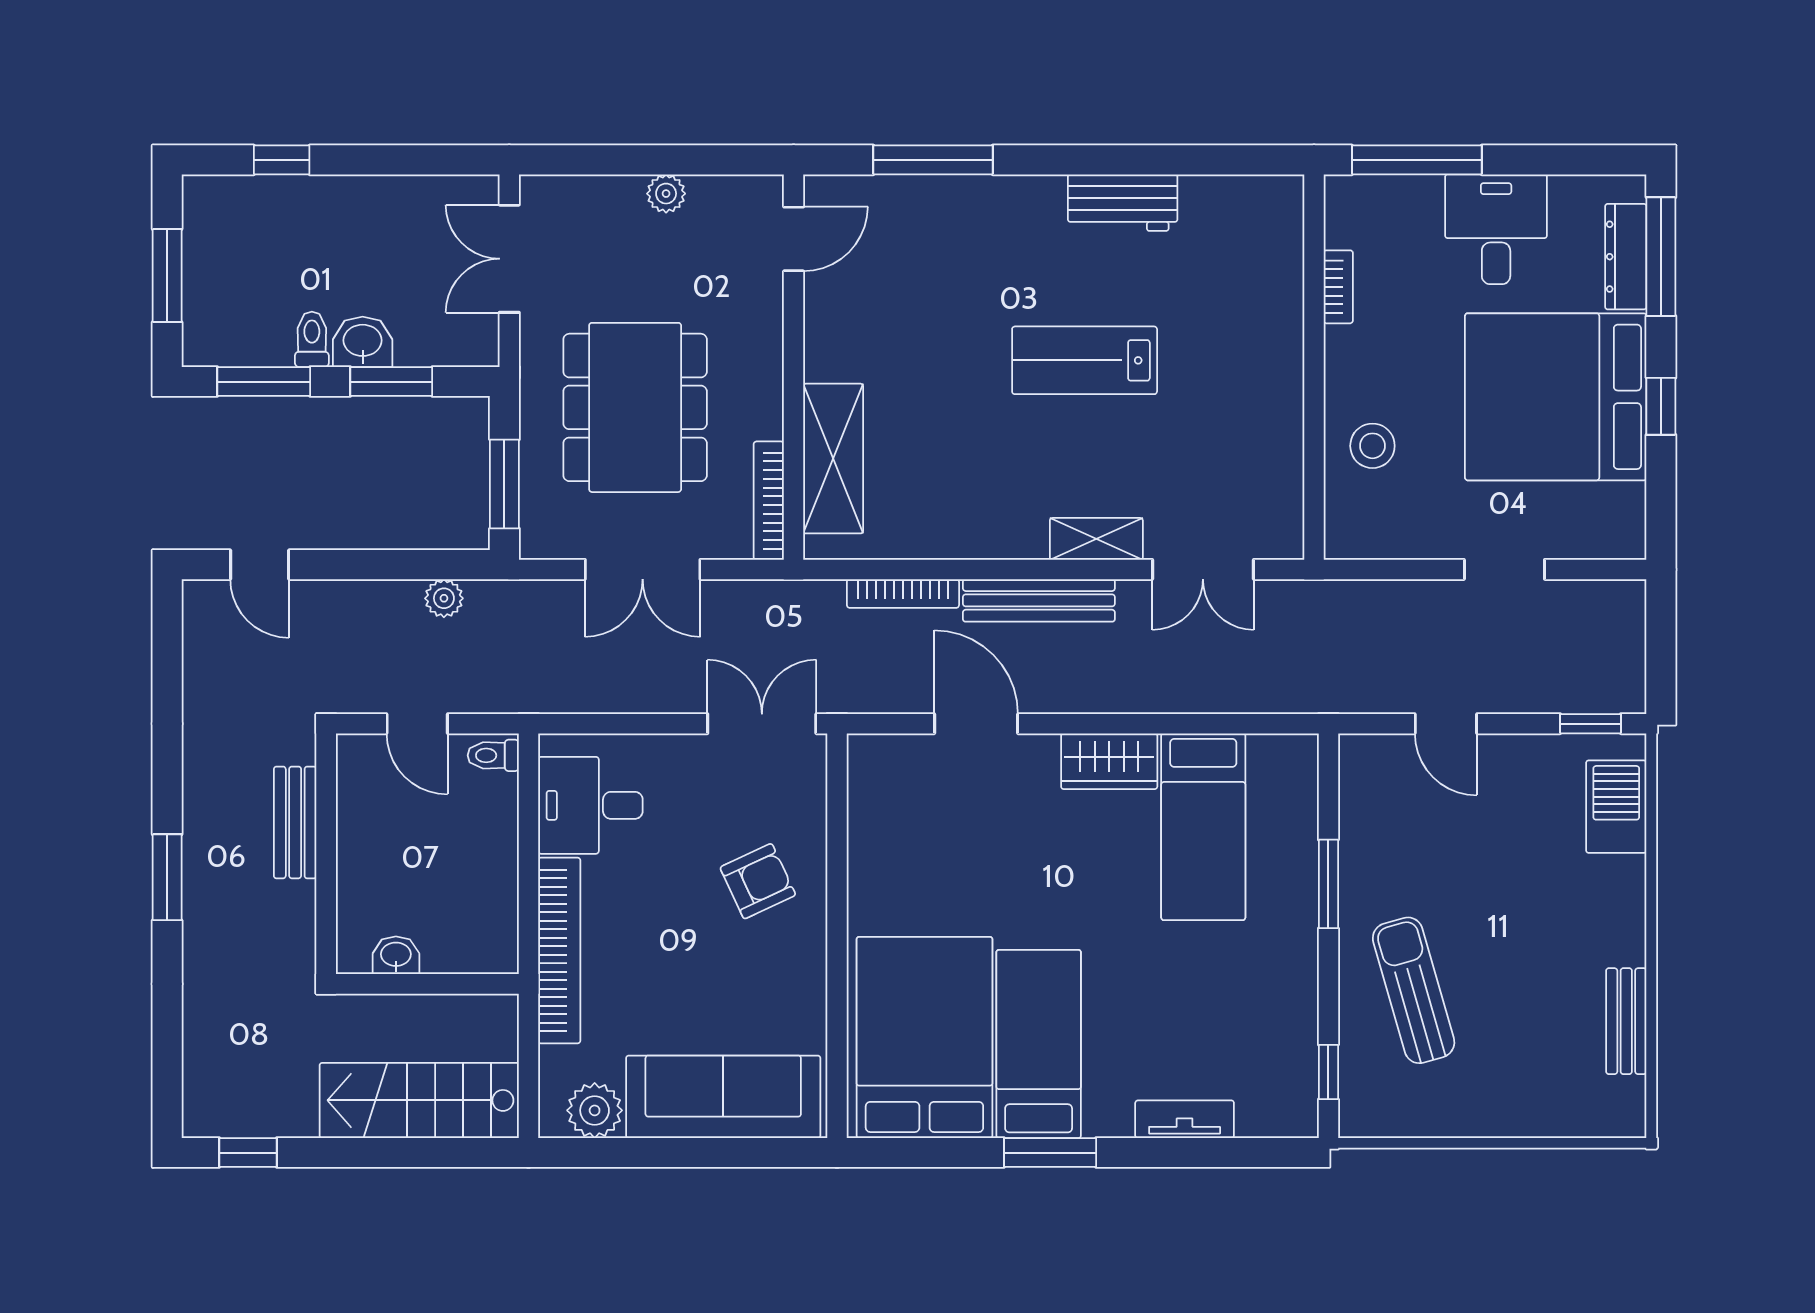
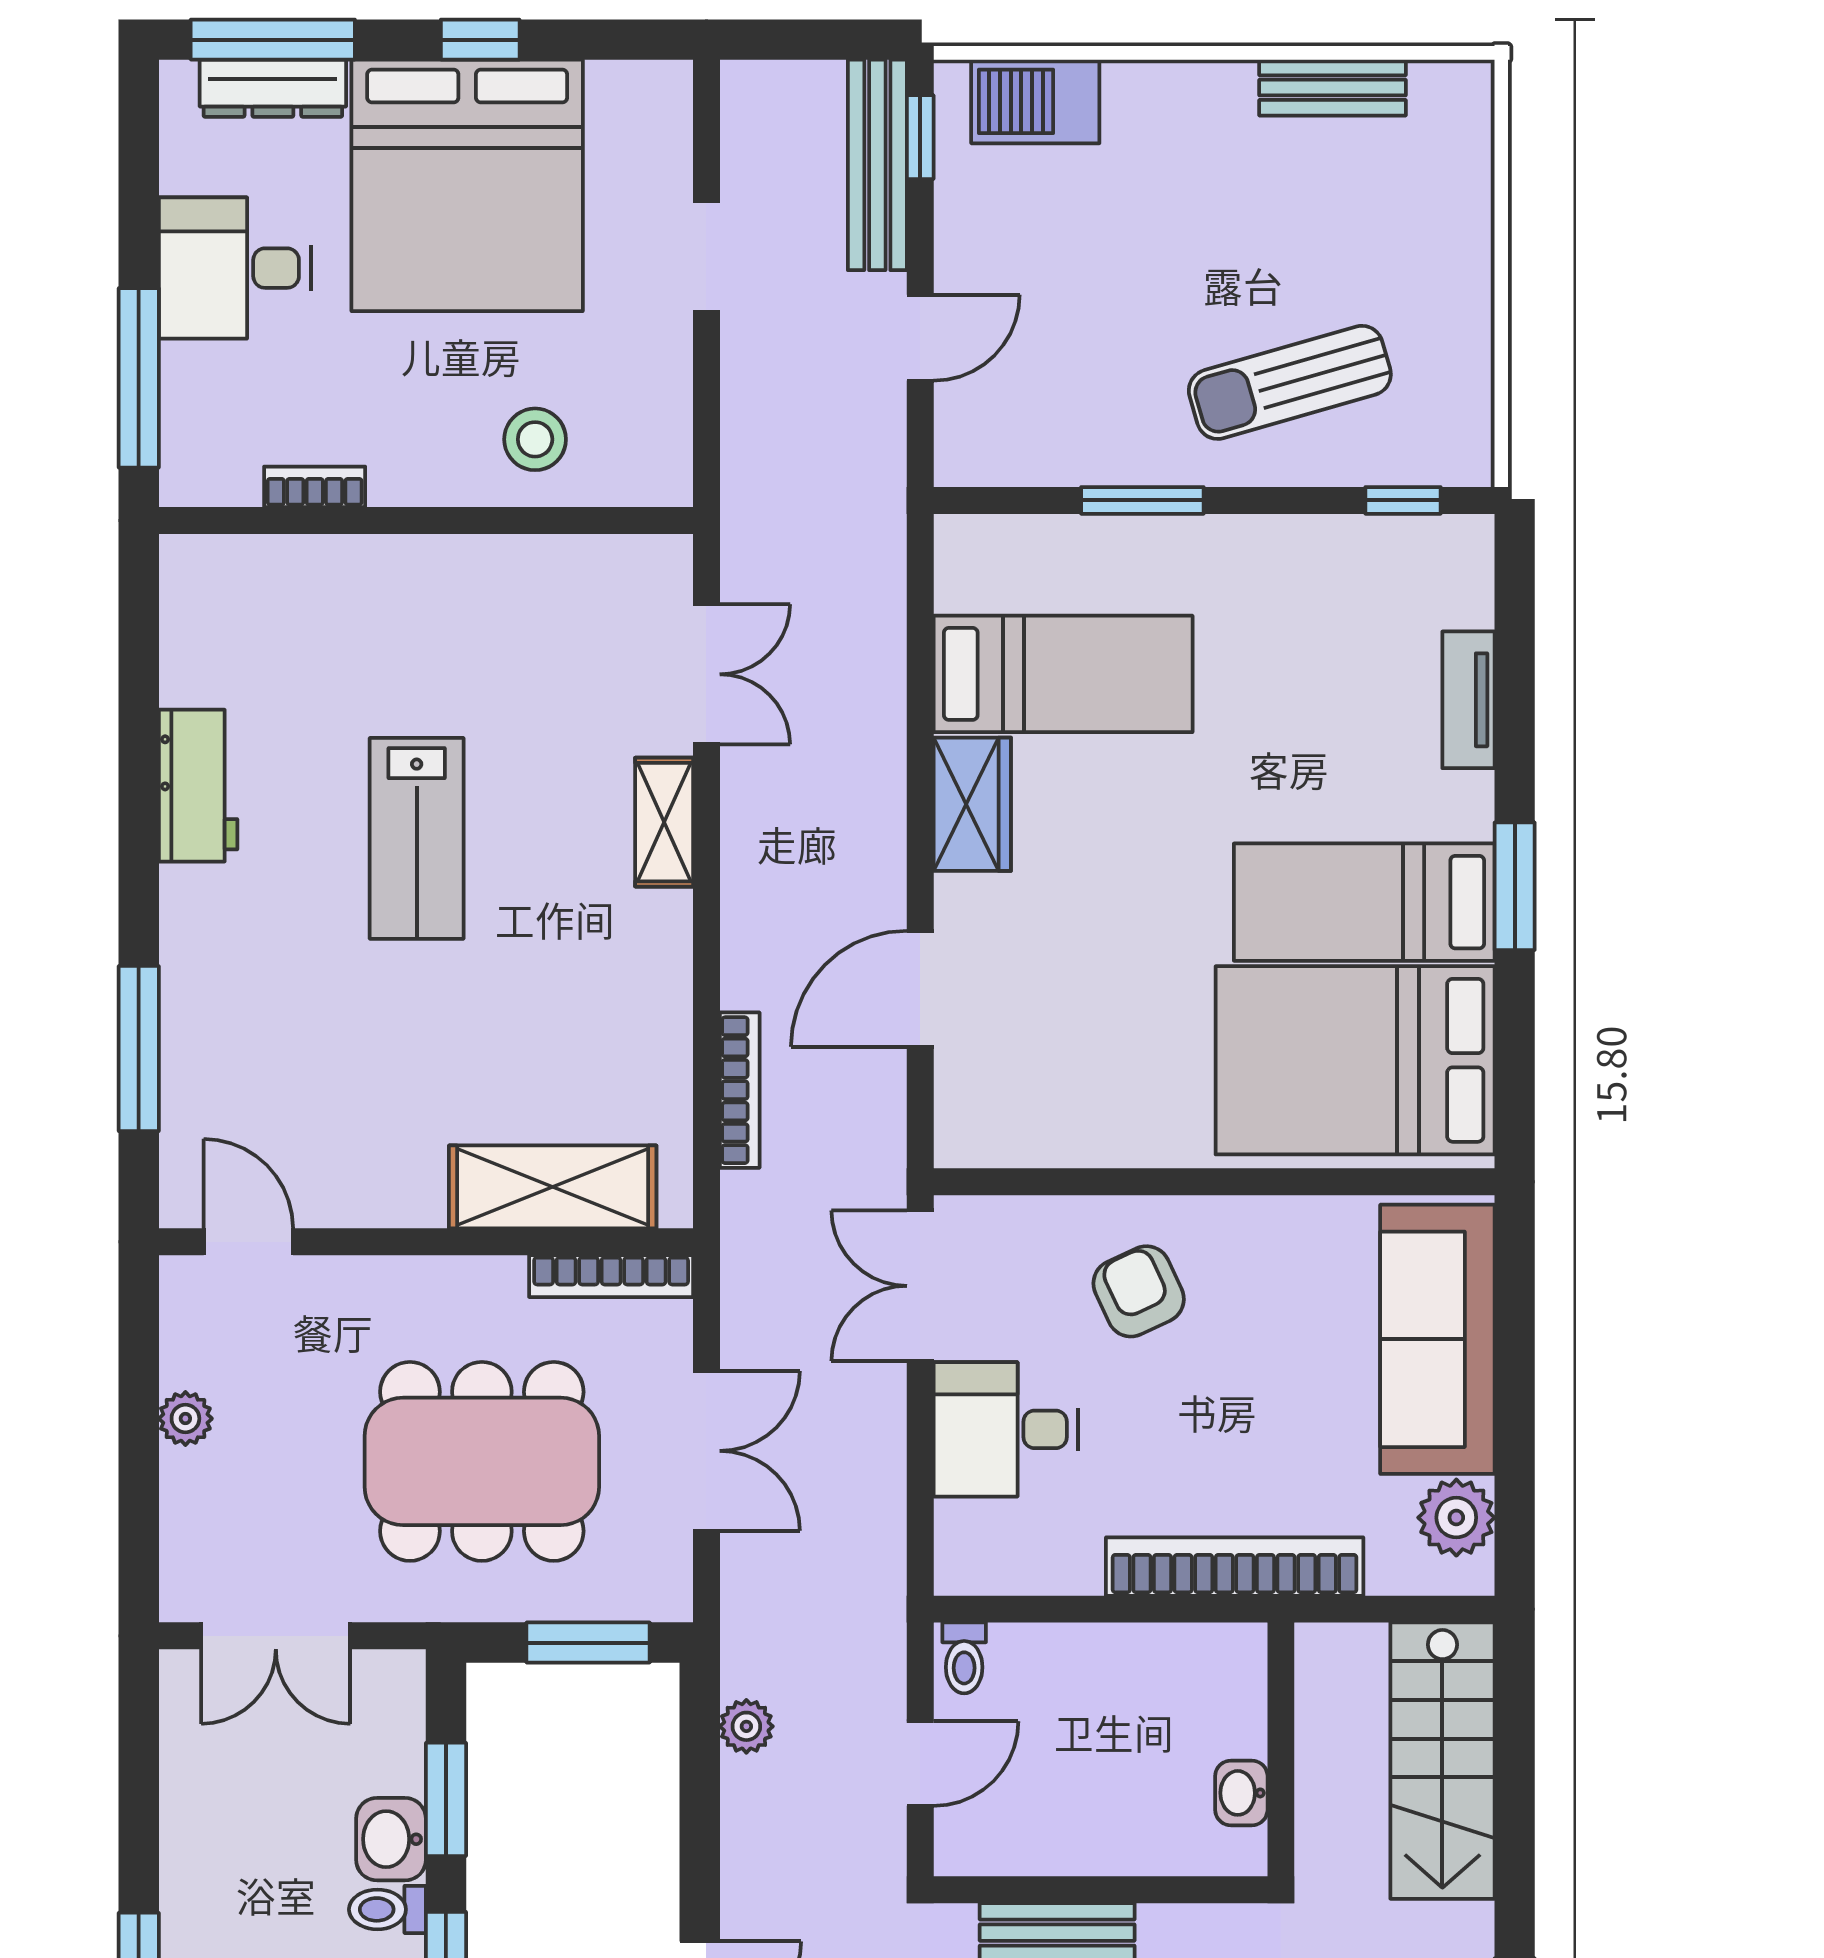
bench: (1039, 600) -> (877, 165), moved
desk: (590, 805) -> (1006, 1429), moved, turned 90

